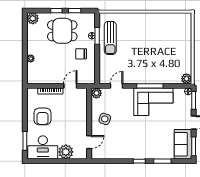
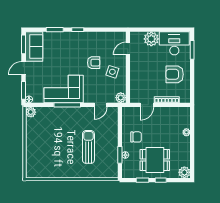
sun lounger: (110, 38) -> (88, 147), moved
armchair: (42, 116) -> (175, 74), turned -90
armchair: (123, 128) -> (94, 63), added

